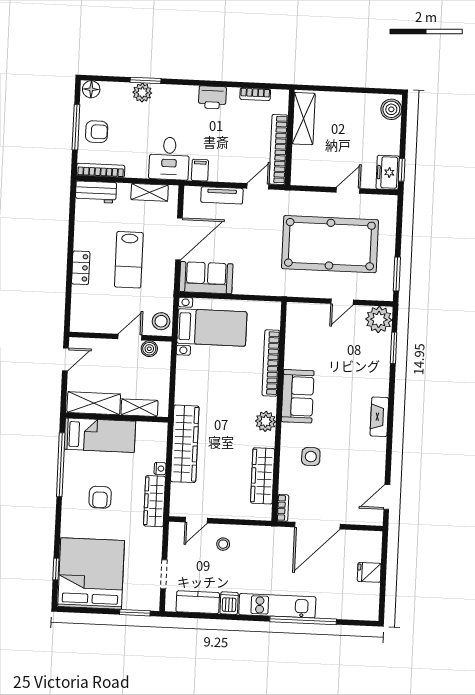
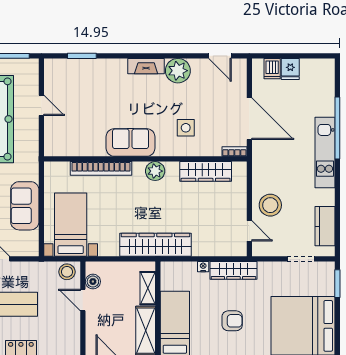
sofa: (206, 278) -> (25, 206), moved
plant: (379, 319) -> (178, 71), moved
wardrobe: (185, 444) -> (155, 245), moved
stool: (223, 544) -> (270, 205), width x1.89, depth x1.89
dishwasher: (229, 603) -> (272, 69), moved, turned -90

